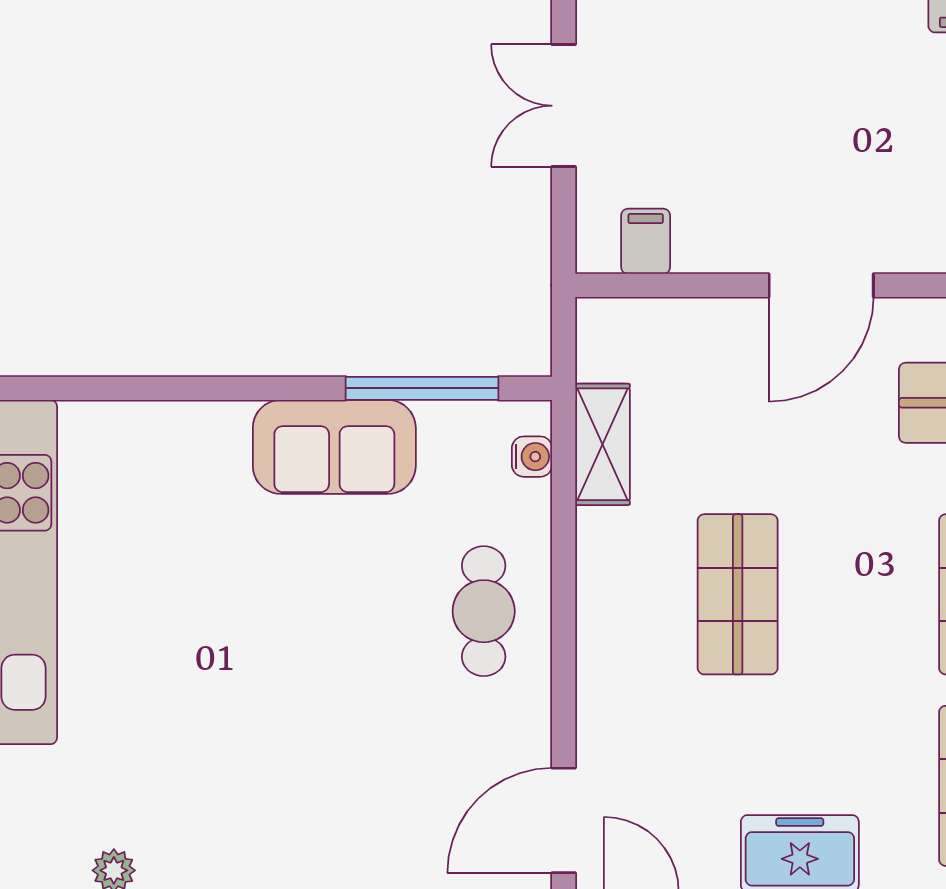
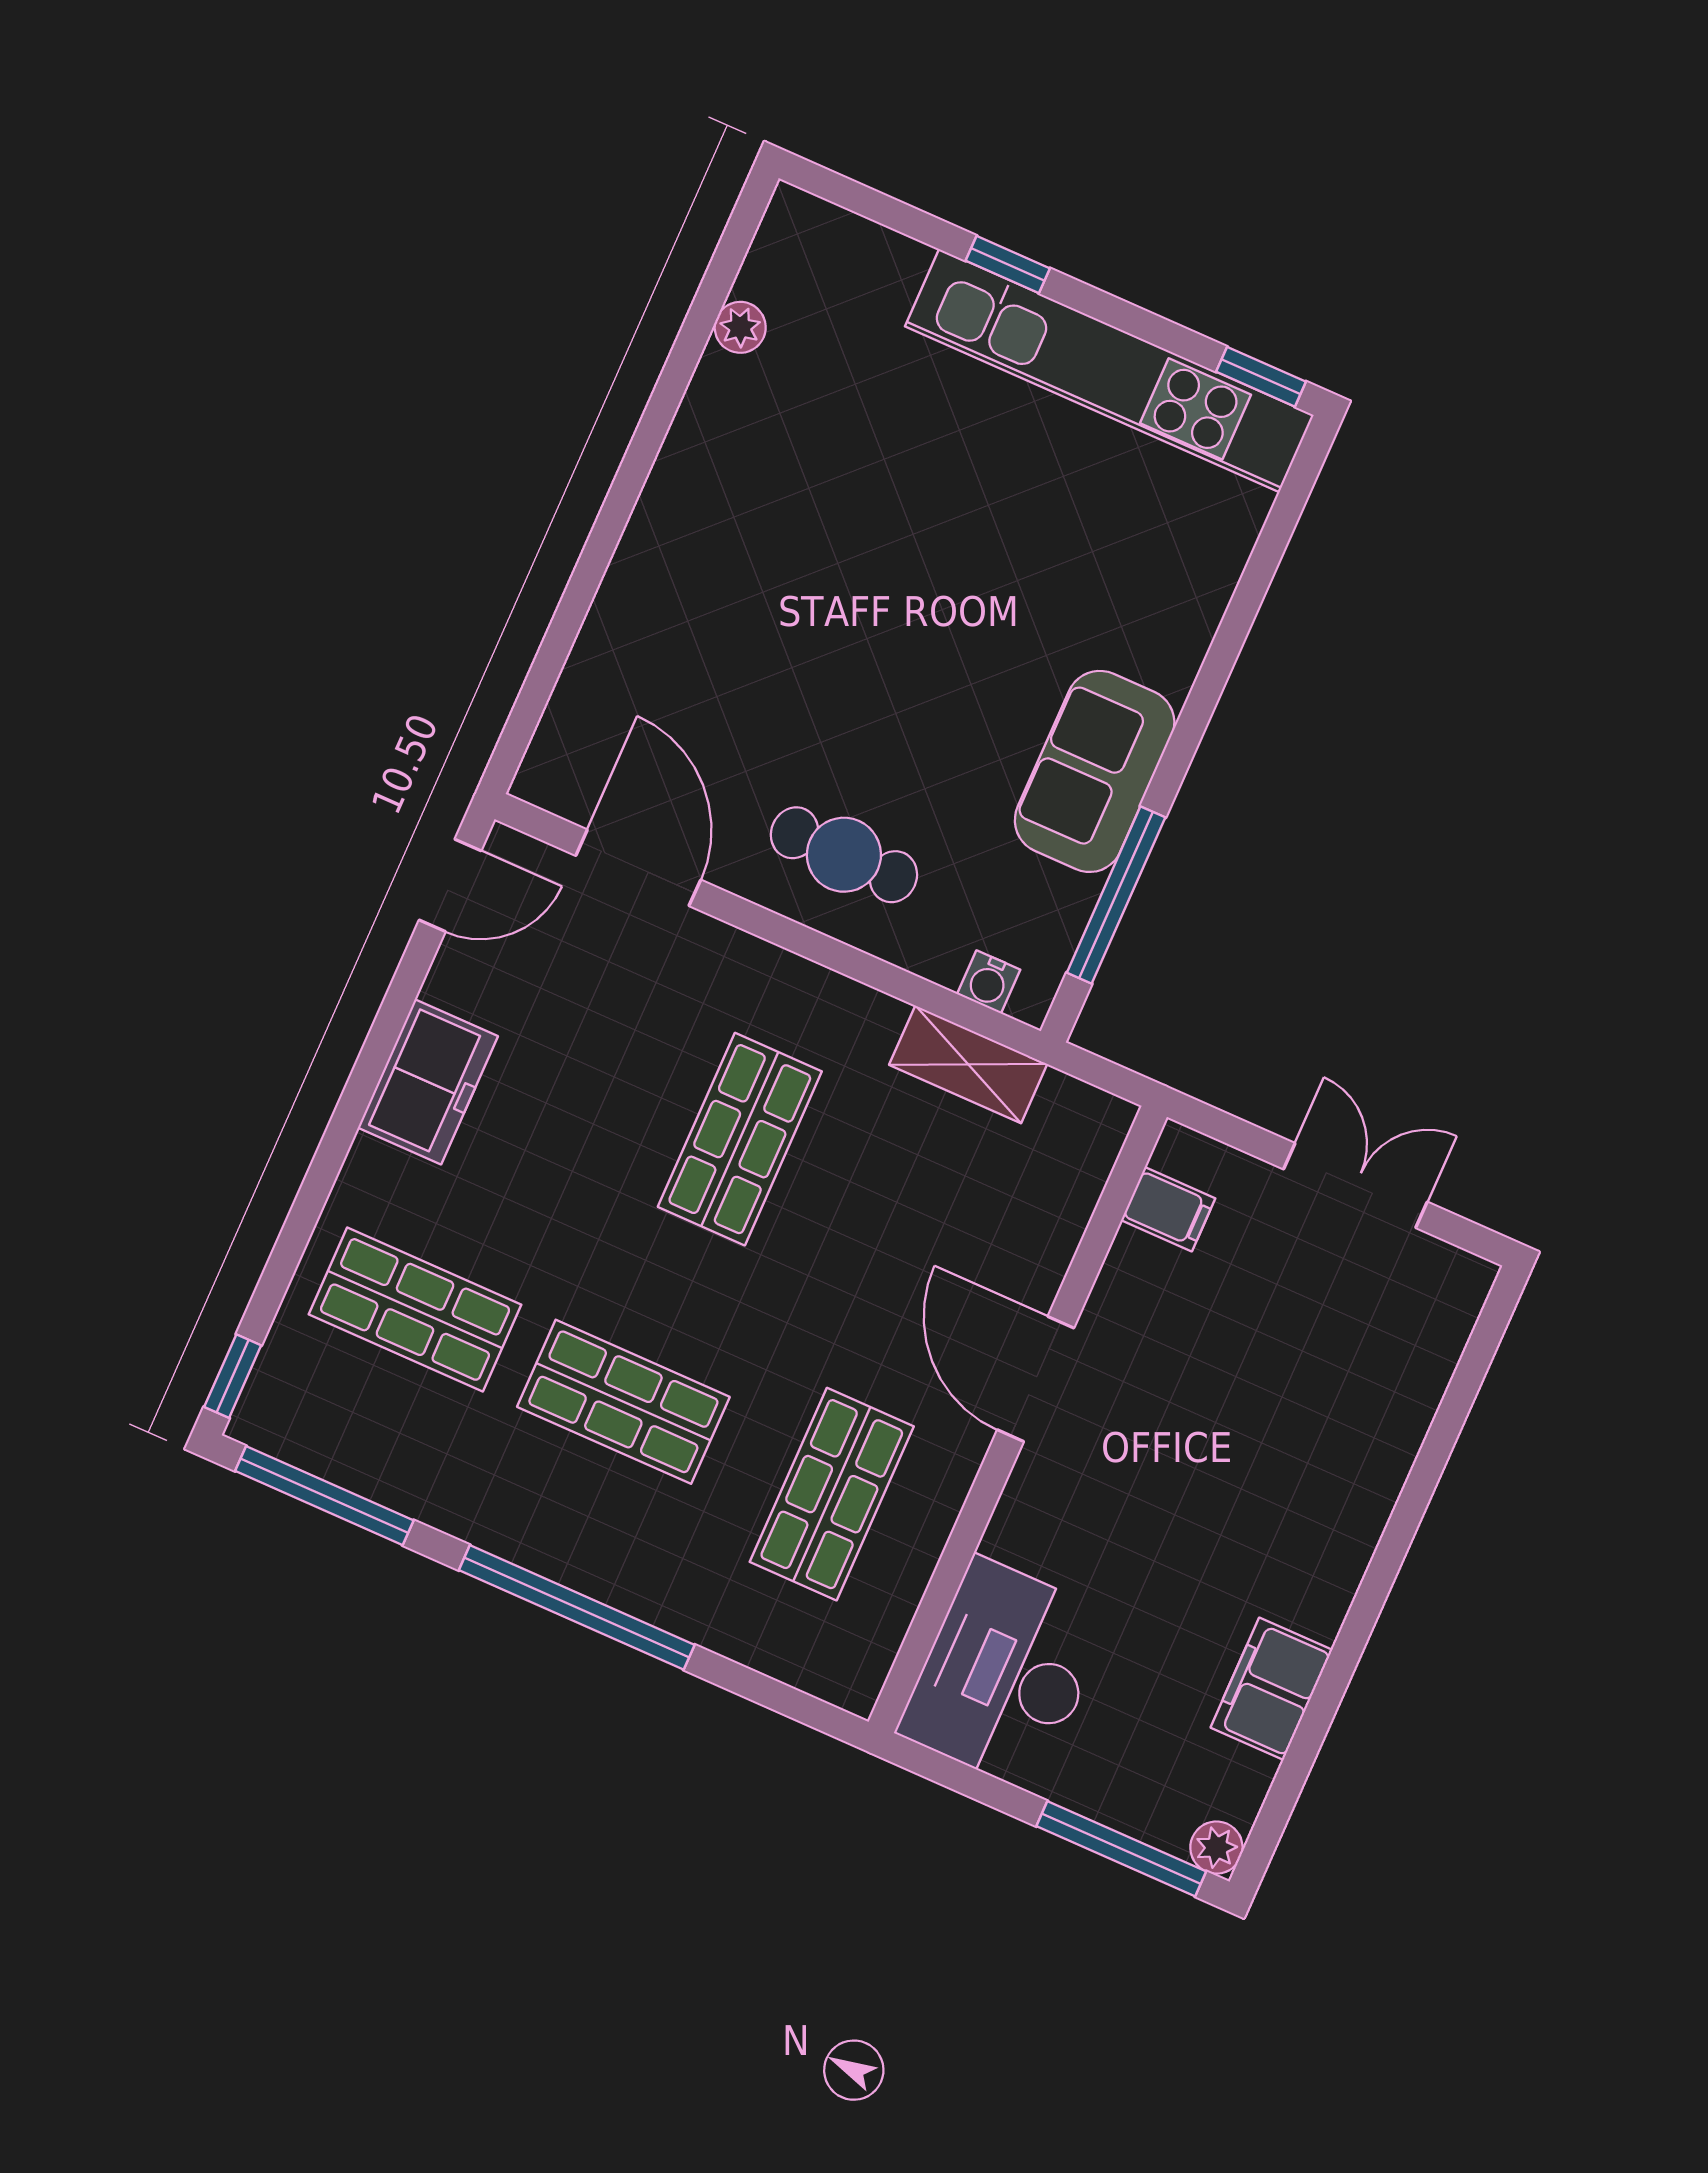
shop shelf: (738, 594) -> (740, 1139), turned 90
door: (564, 820) -> (638, 868), moved

